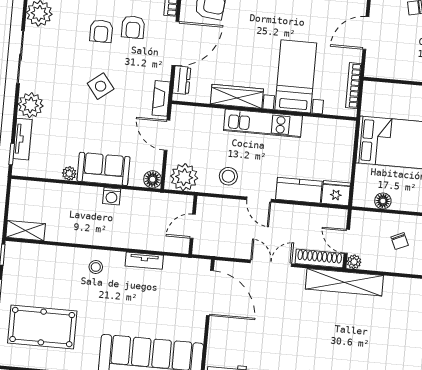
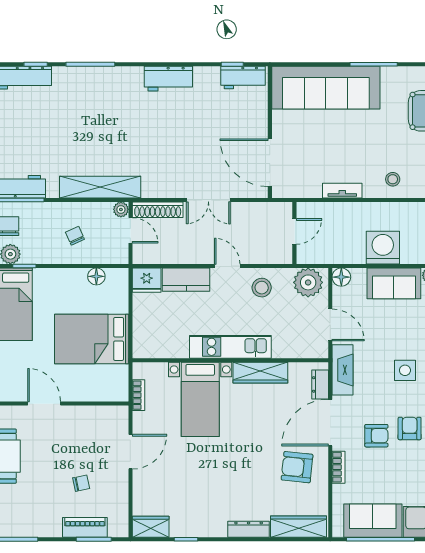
armchair: (133, 27) -> (376, 436), turned 90
side table: (101, 86) -> (405, 370), turned 38
bookcase: (353, 86) -> (138, 395), width x0.64
fireplace: (161, 98) -> (342, 370), width x1.37, depth x1.32
washing machine: (112, 196) -> (383, 248), width x1.89, depth x1.89
shelving: (344, 282) -> (100, 187), moved

